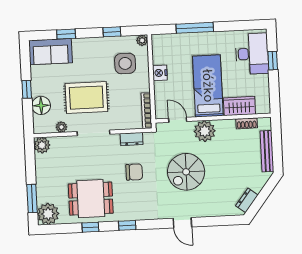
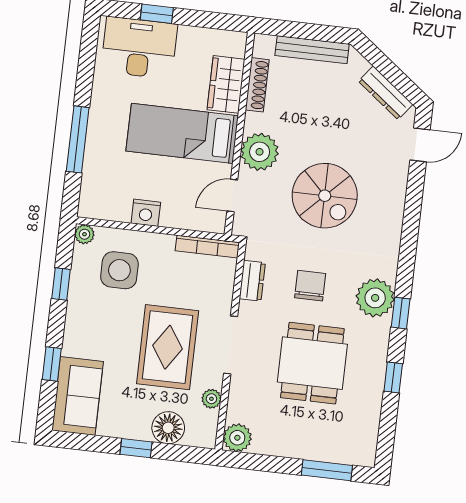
shoe rack: (247, 123) -> (257, 85), width x1.43
dining table: (91, 199) -> (312, 363), moved
dresser: (247, 200) -> (386, 93), width x1.44
plant: (48, 214) -> (375, 298), moved
door: (182, 223) -> (420, 145), moved

